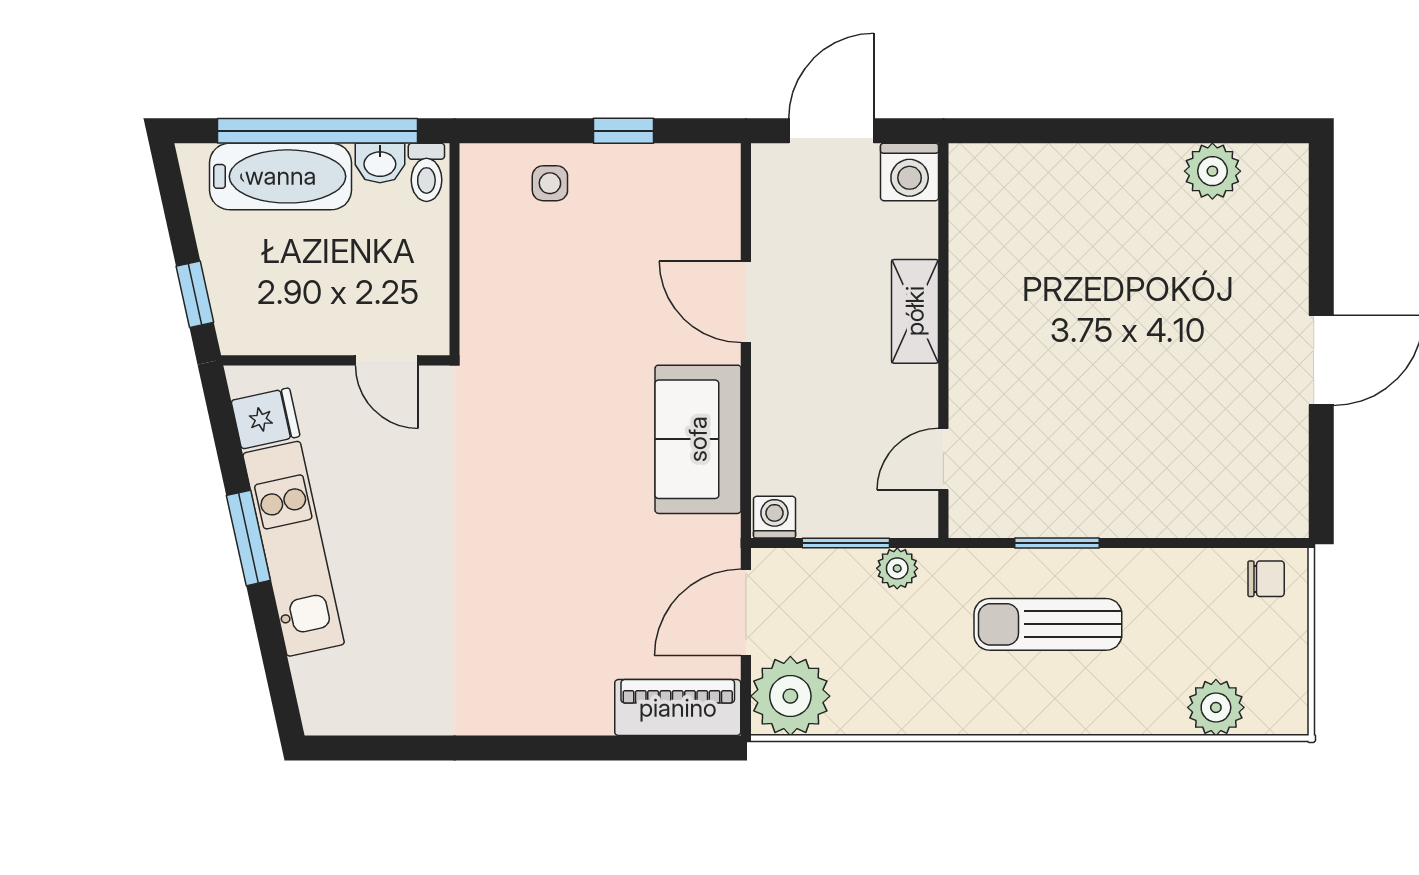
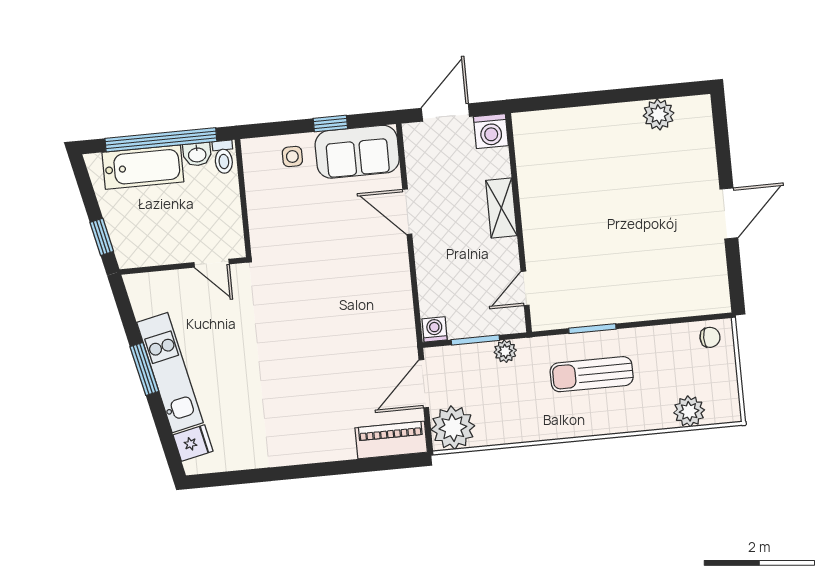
fridge: (265, 418) -> (193, 443), moved
sofa: (698, 439) -> (357, 152), moved, turned -90

